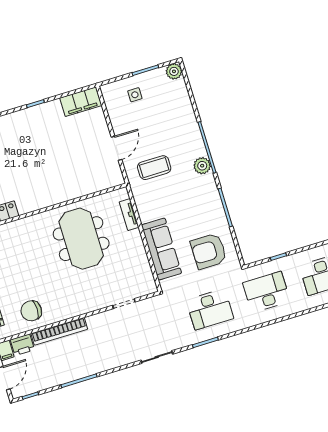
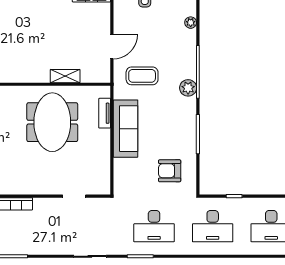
plant: (185, 102) -> (191, 23), added
shelving: (80, 190) -> (65, 76), added
sofa: (161, 249) -> (125, 129), moved
armchair: (209, 251) -> (170, 171), width x0.73, depth x0.73
desk: (266, 292) -> (213, 226), turned 180

